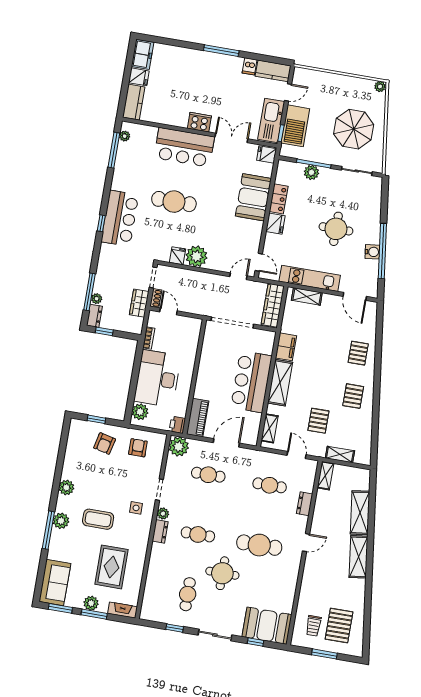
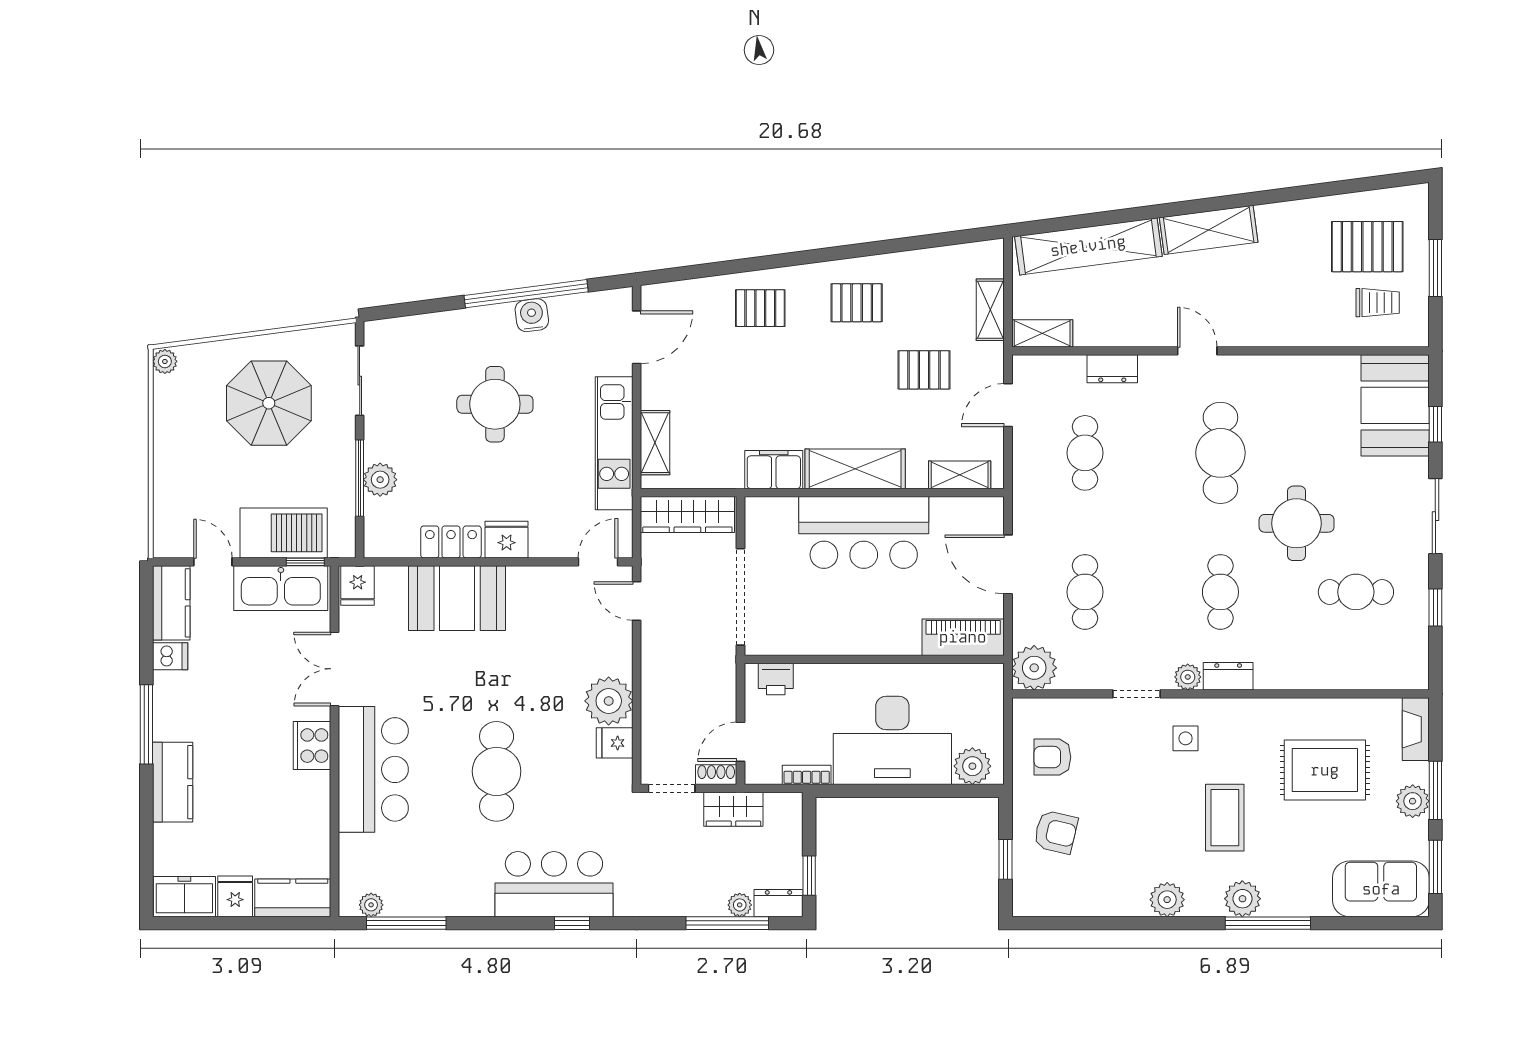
kitchen counter: (194, 58) -> (173, 782), added
printer: (177, 425) -> (776, 679), moved
shelving: (360, 513) -> (1088, 246), width x1.47

